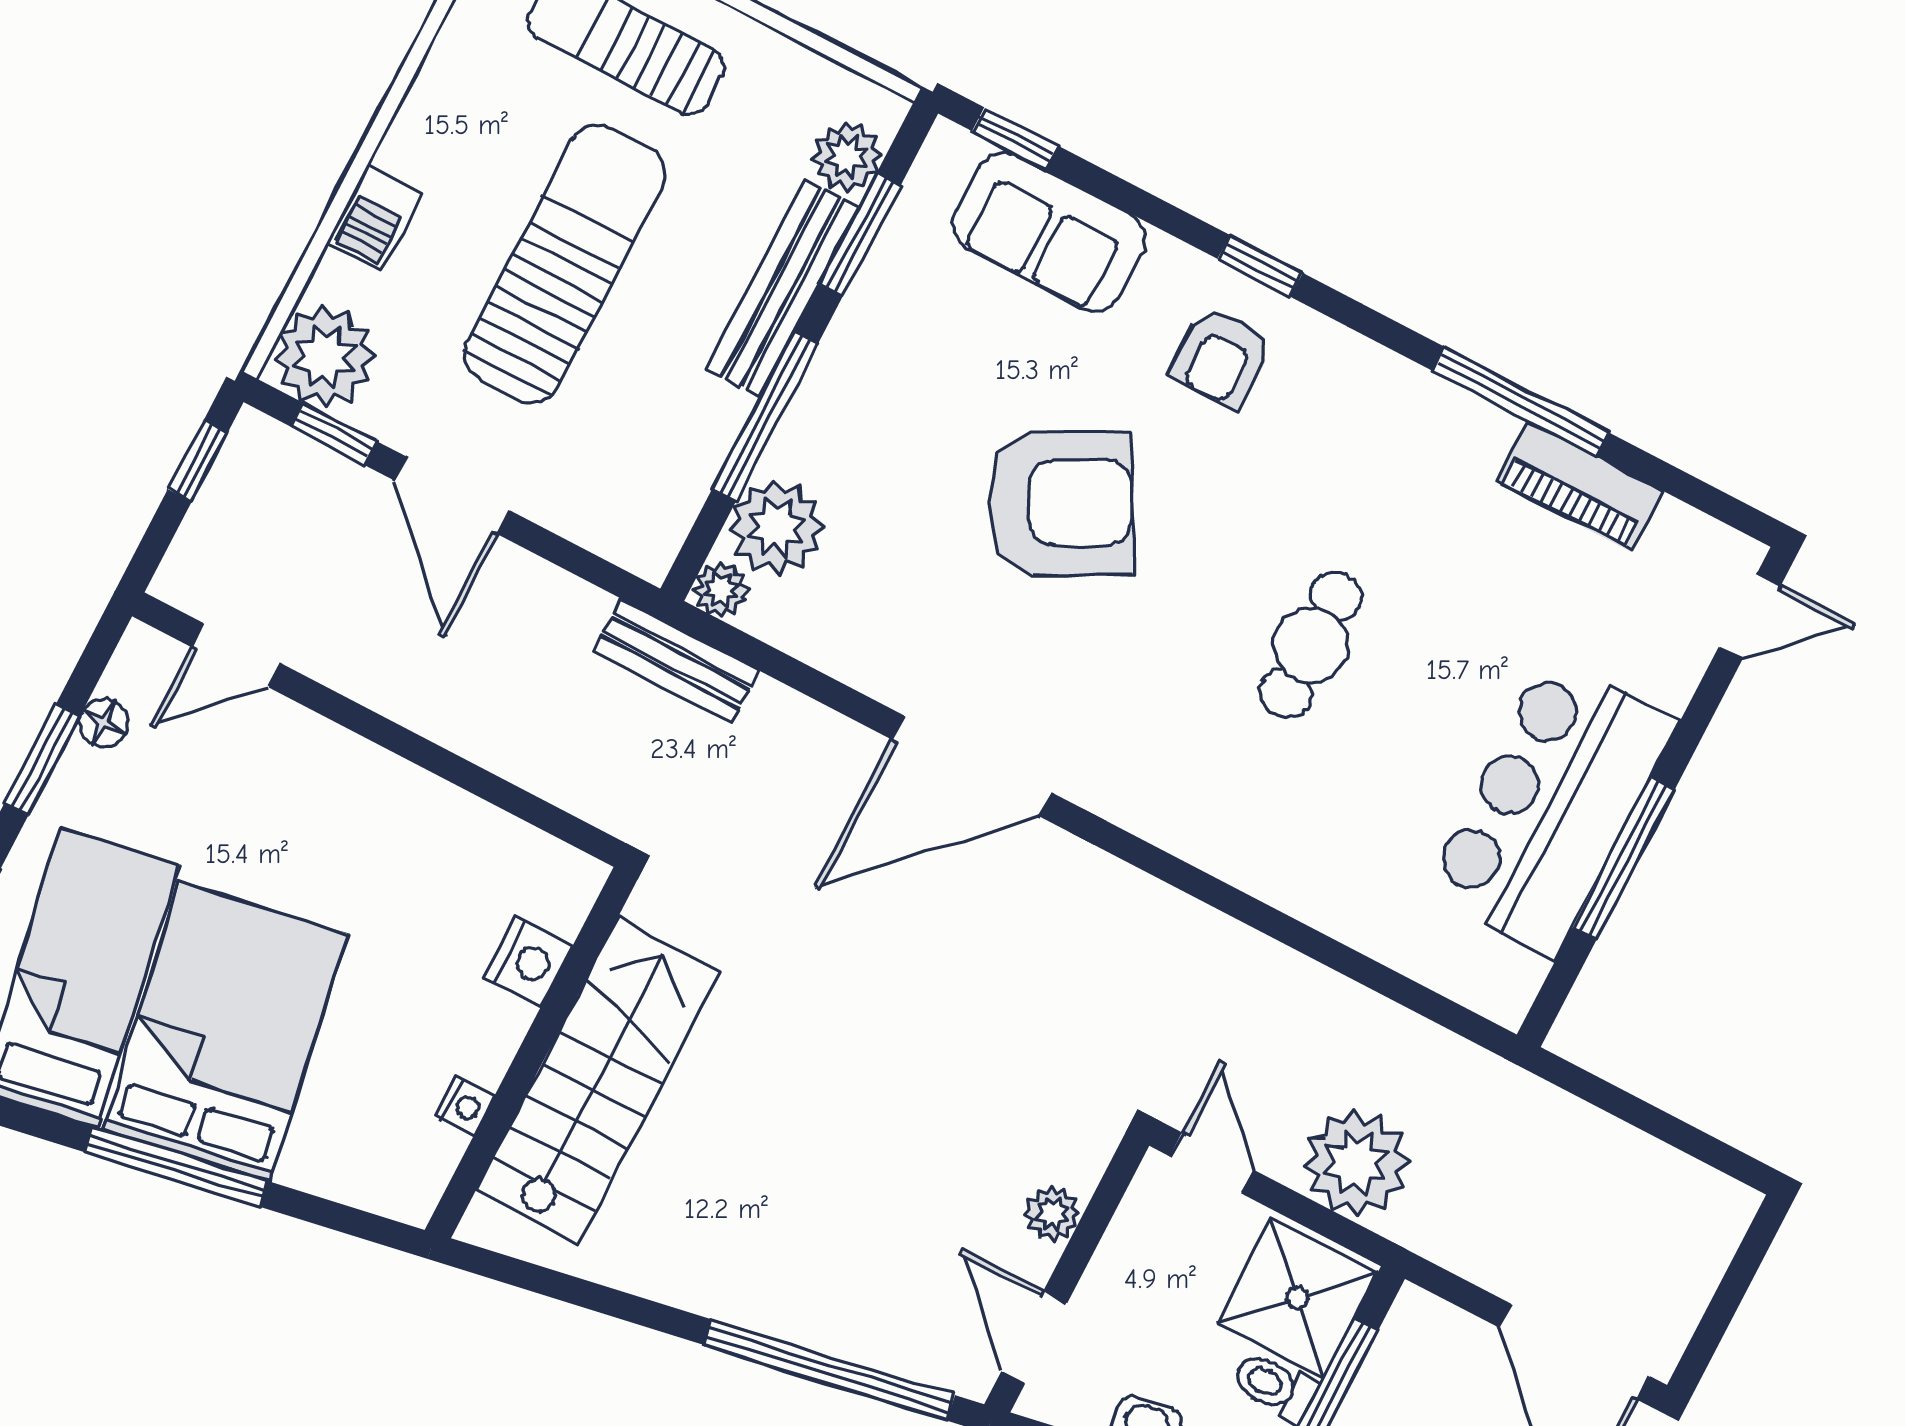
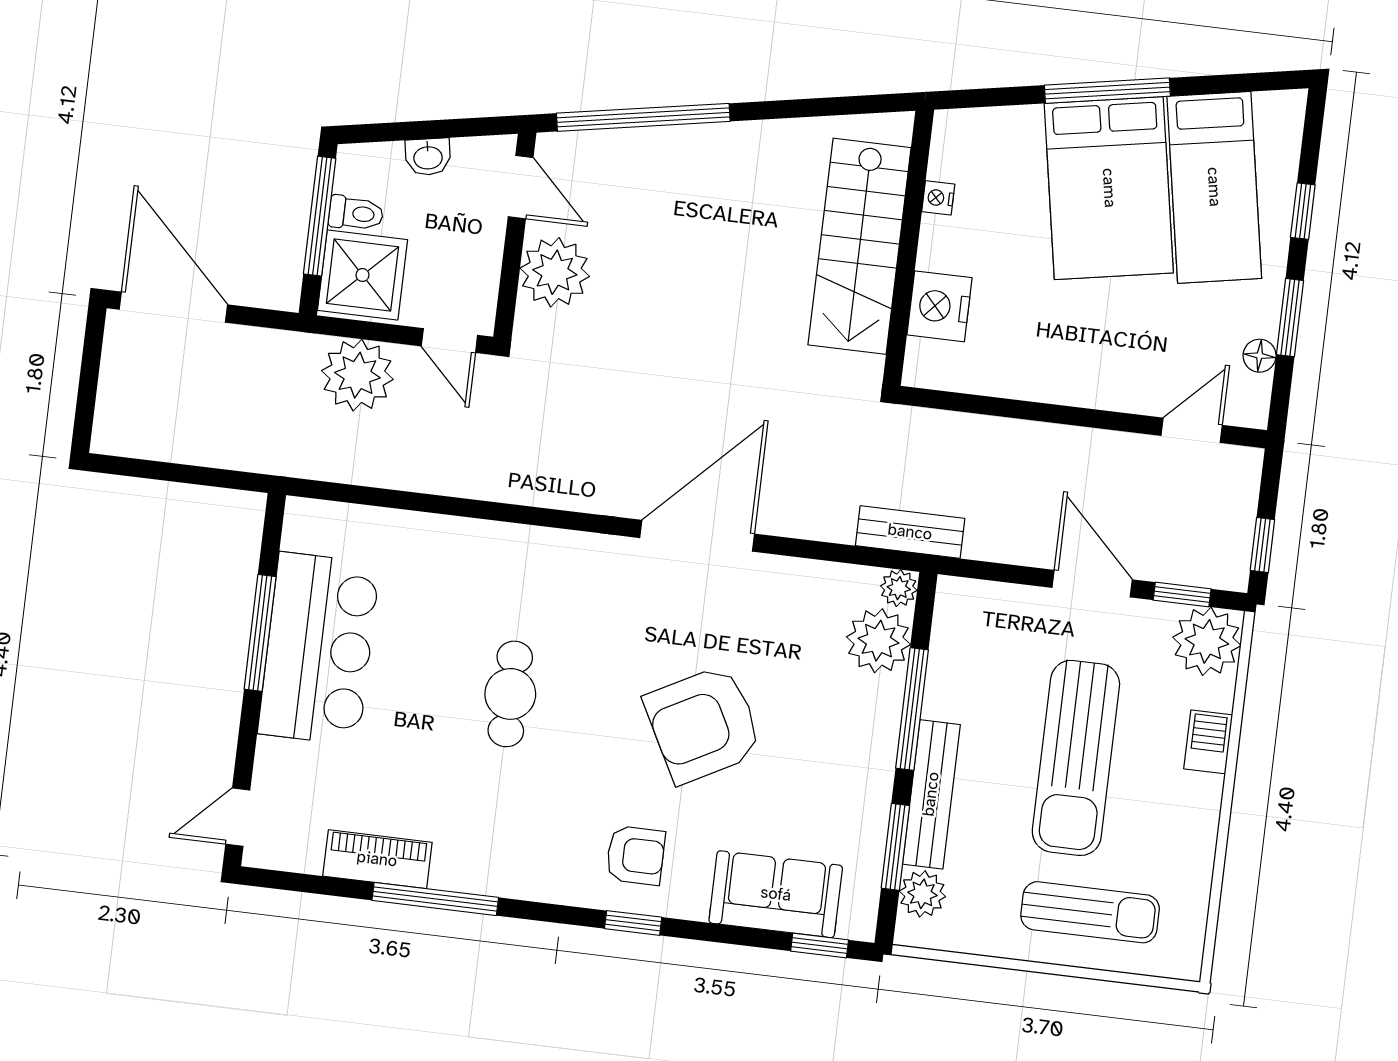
armchair: (1222, 358) -> (635, 855), turned 90
nightstand: (528, 961) -> (939, 306), width x1.36, depth x1.33
plant: (1052, 1214) -> (555, 272), width x1.88, depth x1.88

